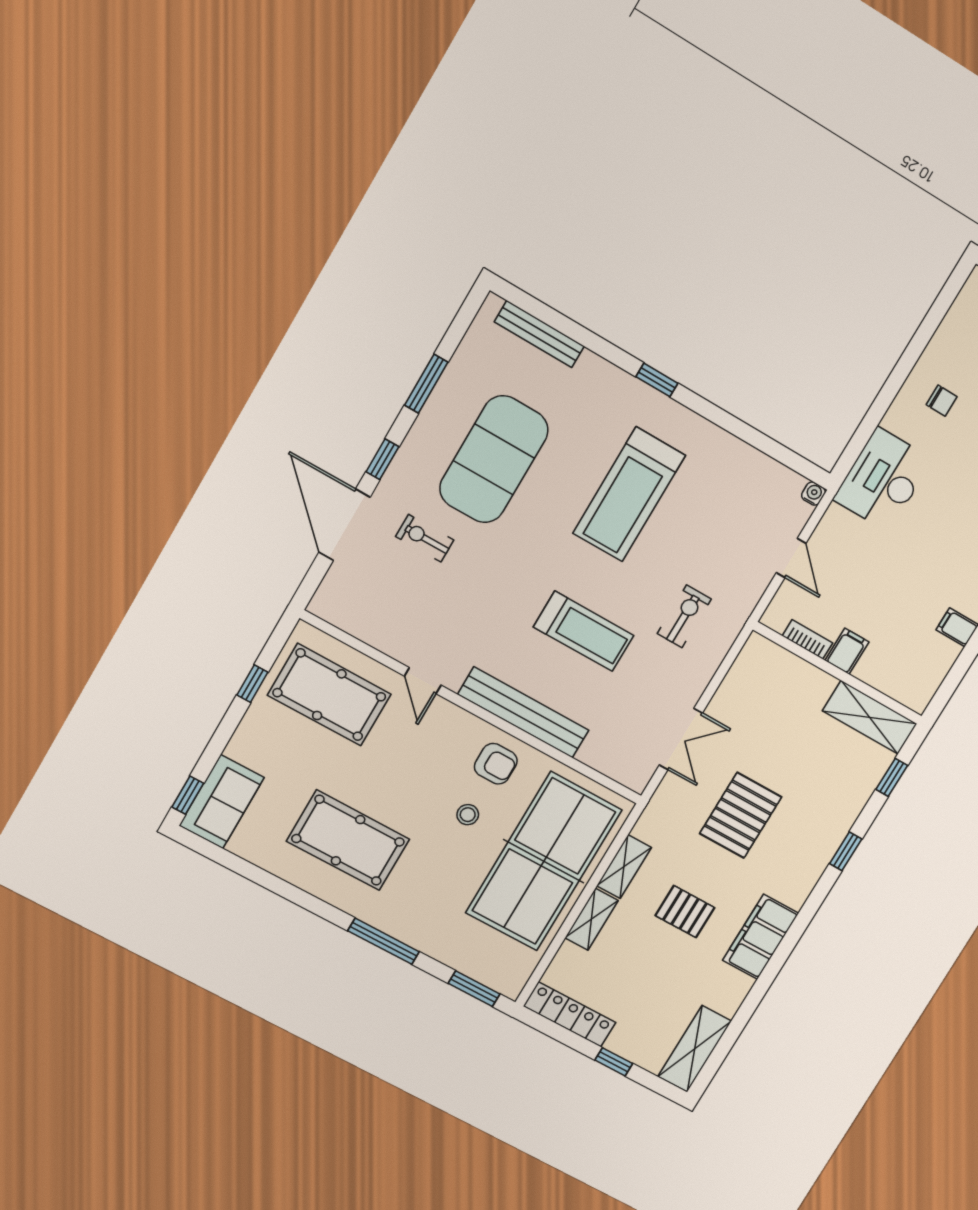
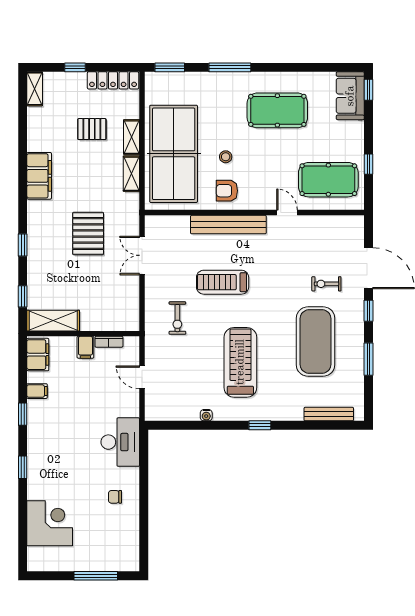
water cooler: (813, 494) -> (206, 415), moved
exercise bike: (425, 538) -> (326, 284), turned 180
filing cabinet: (923, 680) -> (38, 355), added
pallet: (685, 912) -> (92, 129), moved
shelving: (695, 1049) -> (35, 89), width x0.67, depth x0.75

